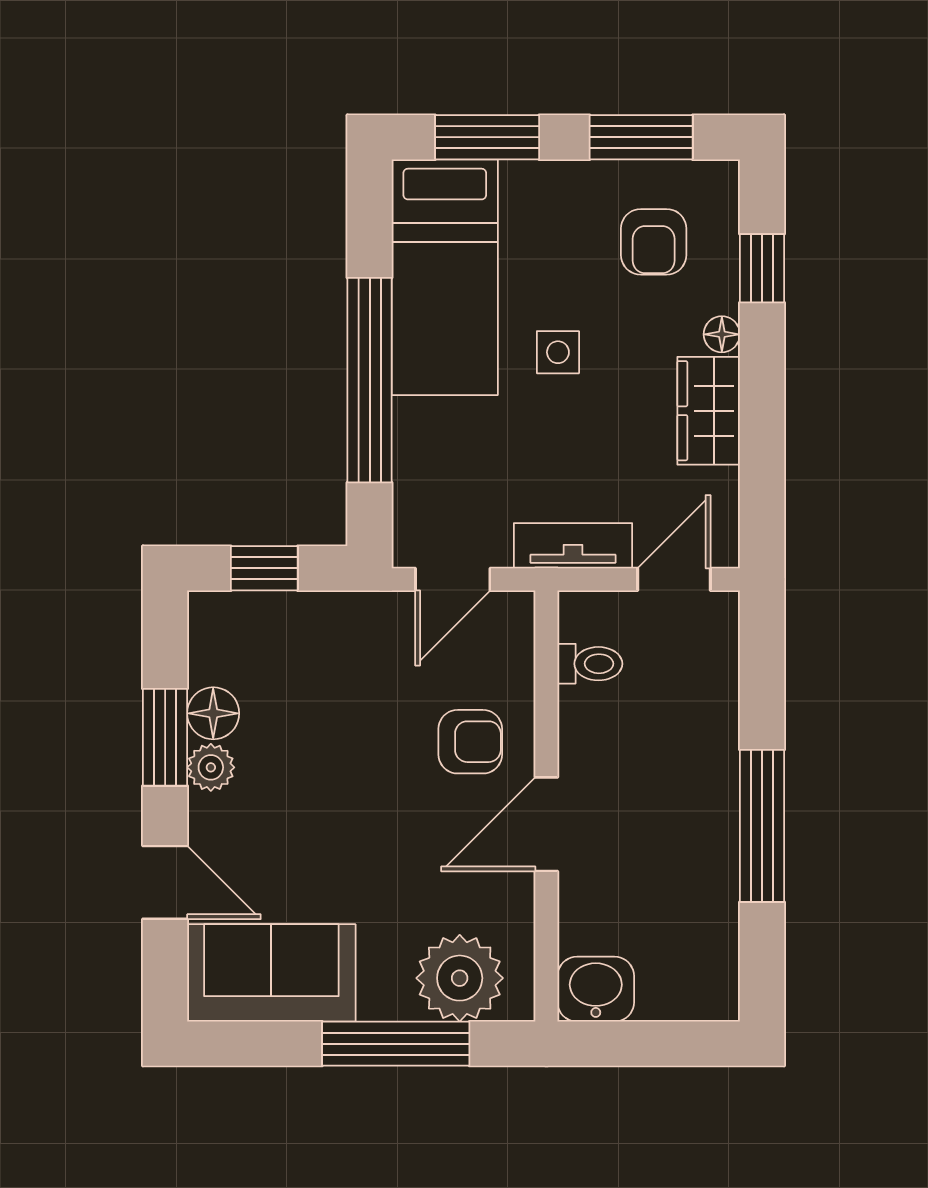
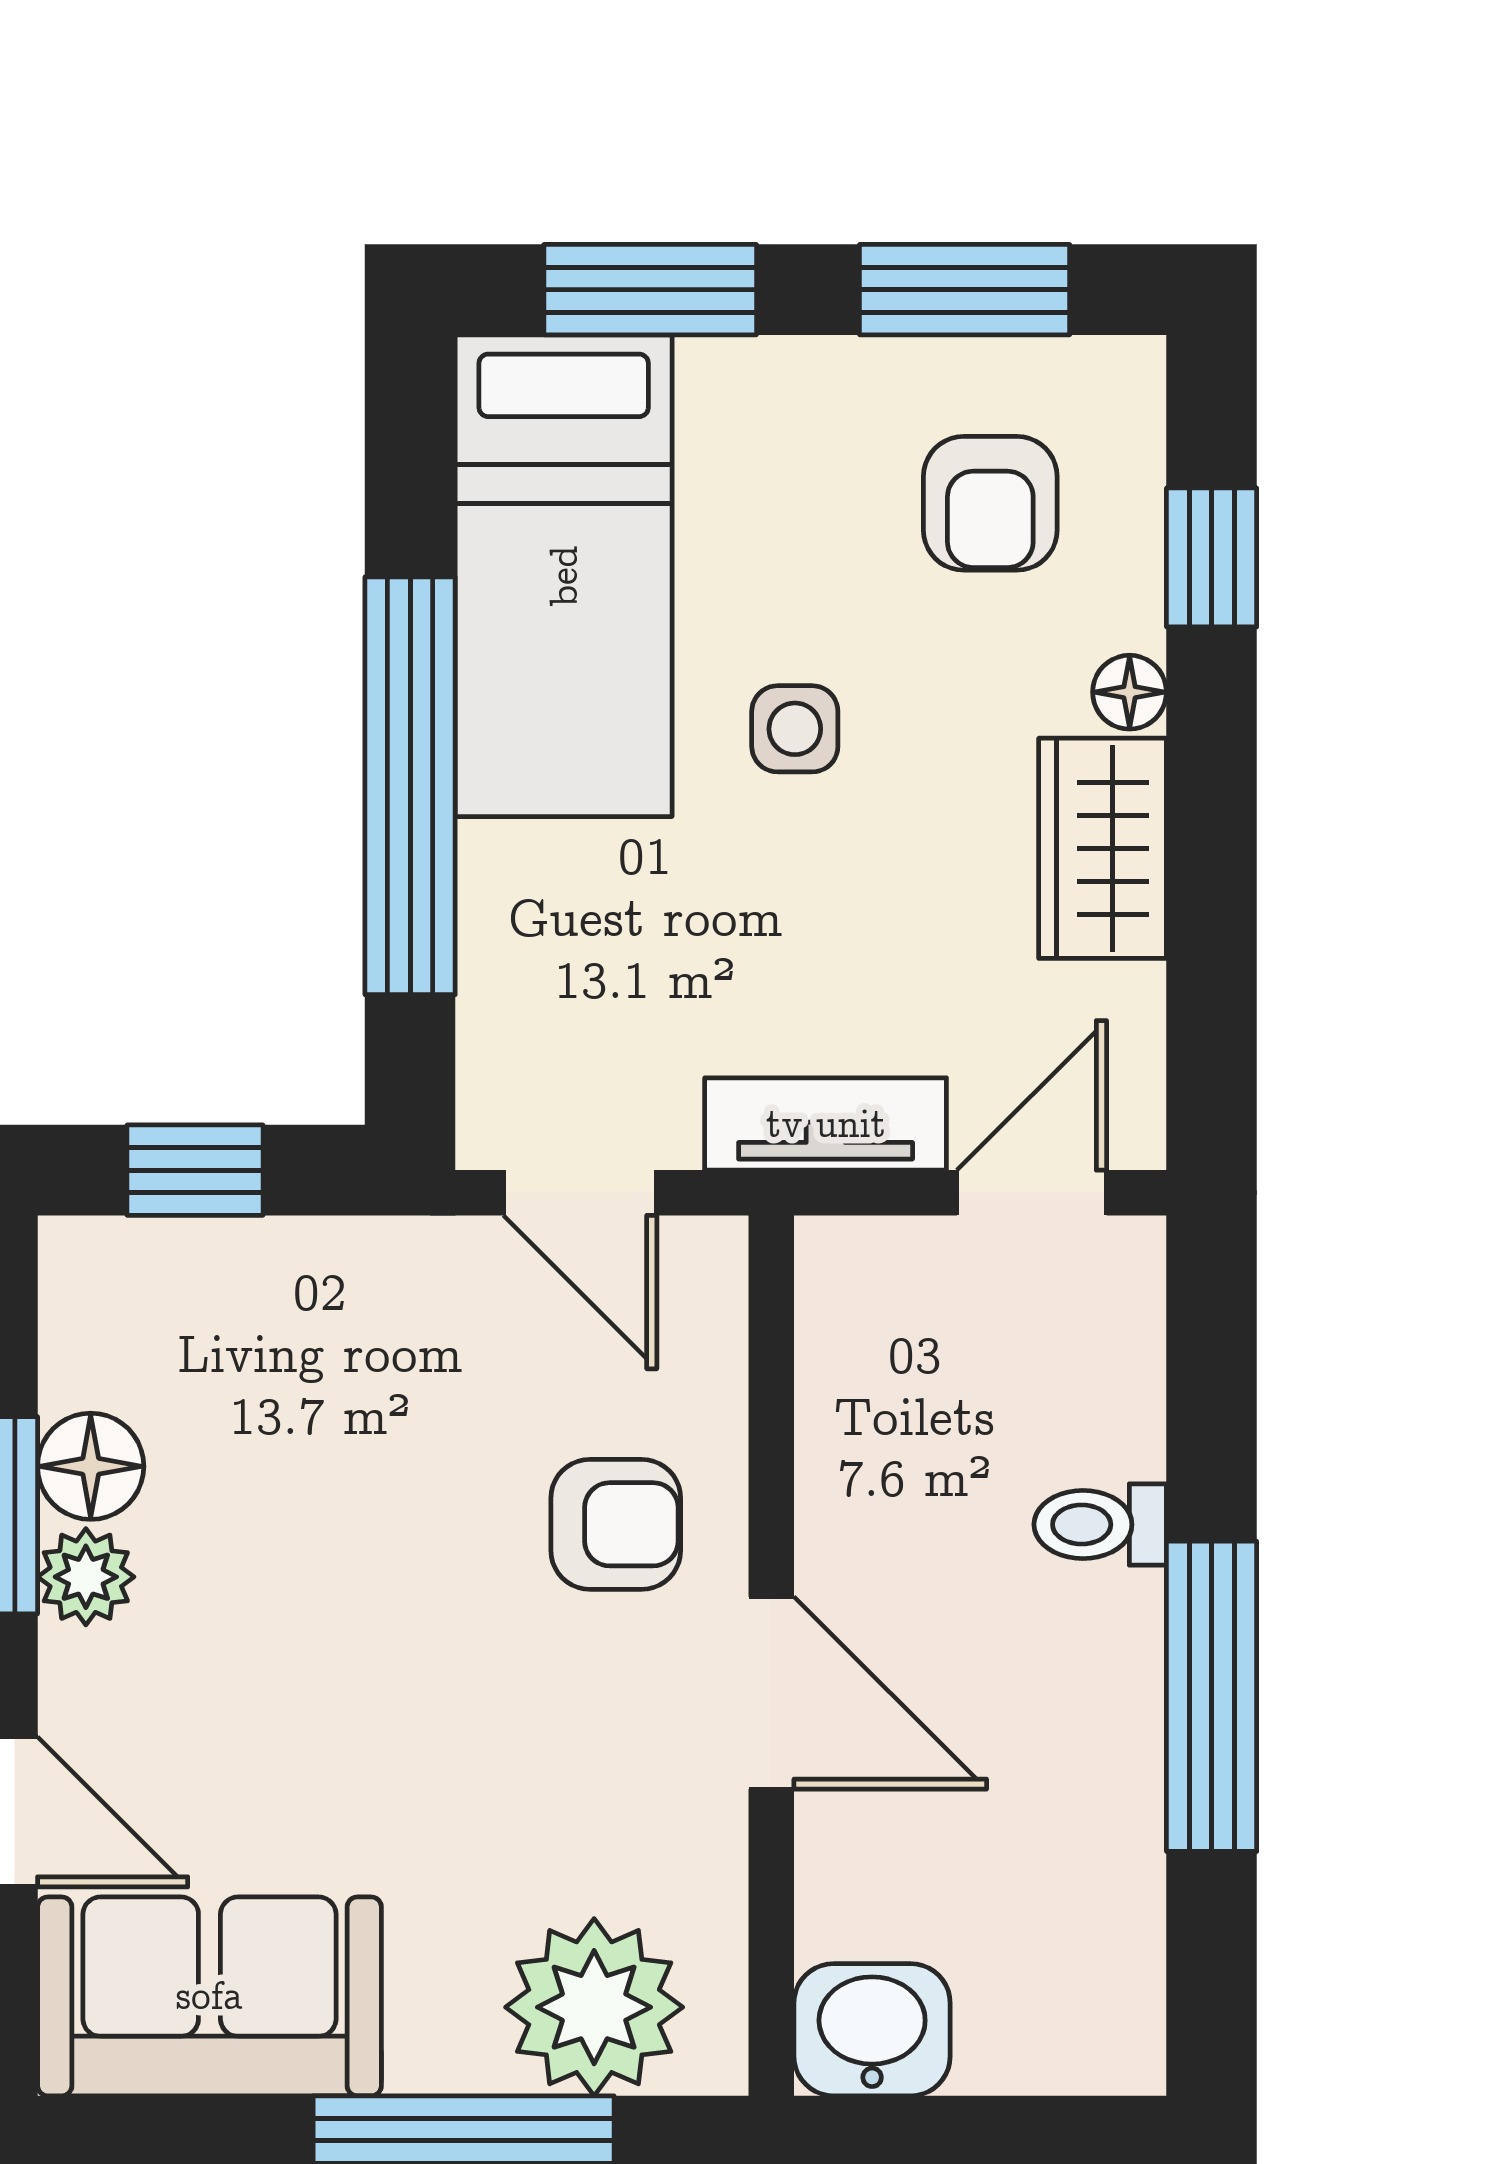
door: (453, 579) -> (580, 1193), hinge flipped
toilet: (590, 664) -> (1100, 1524), moved, turned 180
door: (546, 824) -> (771, 1693), swing flipped

